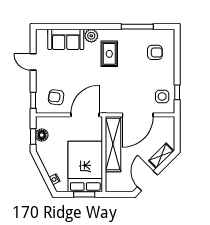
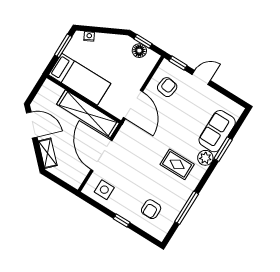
window: (76, 27) -> (223, 149), added
door: (33, 62) -> (201, 78), moved
window: (177, 92) -> (122, 221), moved
bed: (85, 166) -> (80, 79), width x0.67
window: (84, 194) -> (63, 46), moved

